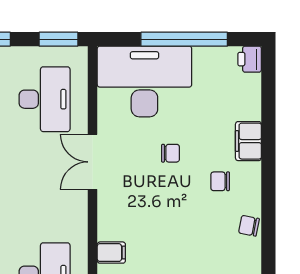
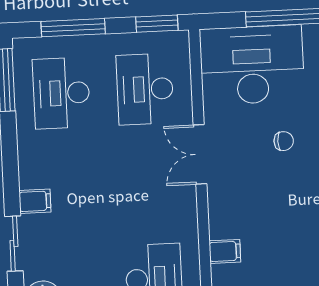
desk: (45, 99) -> (145, 89), turned 180

